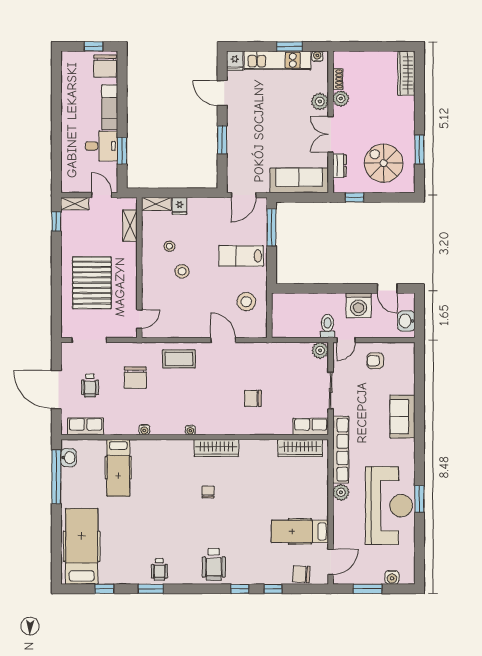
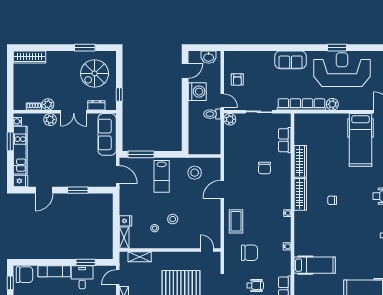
sofa: (402, 417) -> (291, 60), moved
row of seats: (311, 426) -> (285, 140), moved
wardrobe: (300, 448) -> (300, 161), moved
hospital bed: (300, 531) -> (361, 140), width x1.37, depth x1.29

